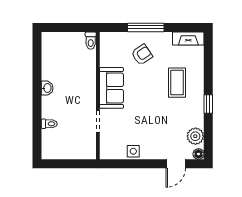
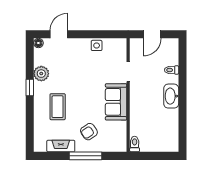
fireplace: (188, 38) -> (61, 146), moved
washbasin: (47, 88) -> (171, 96), width x1.91, depth x1.45
plant: (195, 136) -> (41, 74), moved
door: (71, 164) -> (152, 34), added

